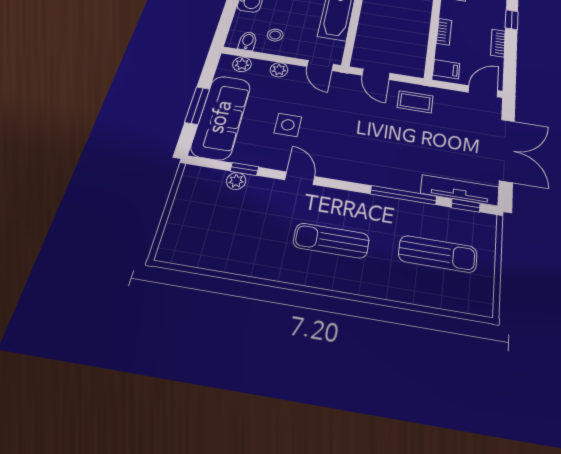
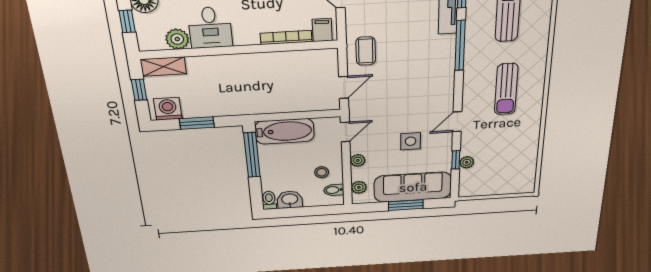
bookcase: (444, 32) -> (286, 38), width x1.56

